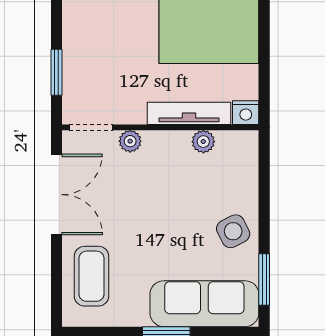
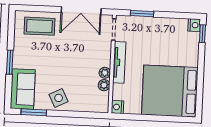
tv unit: (189, 113) -> (119, 62), moved
plant: (130, 141) -> (105, 73), moved
sofa: (204, 304) -> (23, 89), width x0.73

